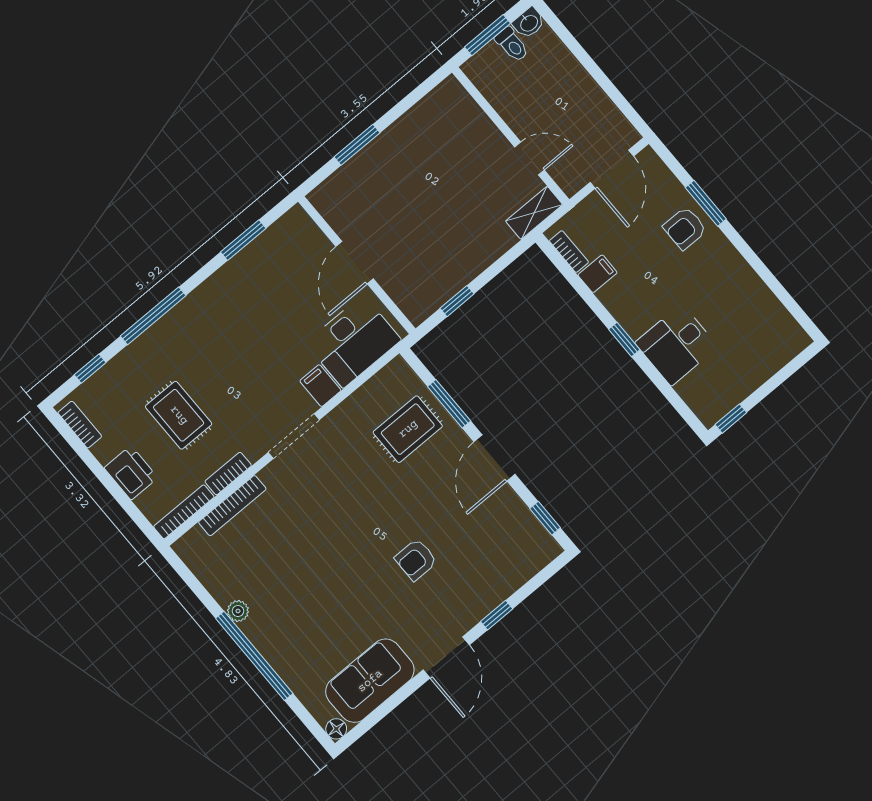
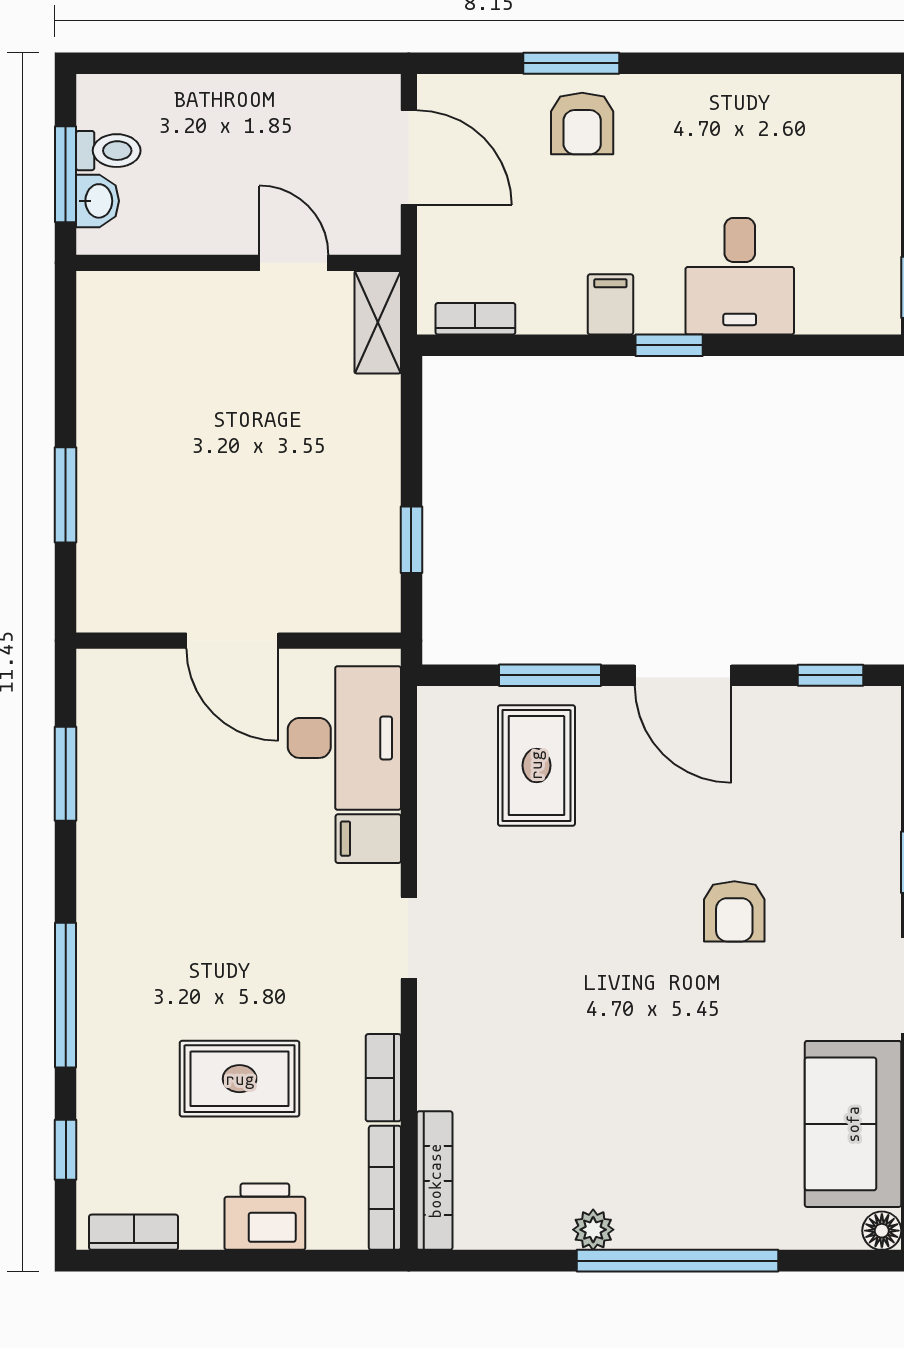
washbasin: (529, 23) -> (98, 201), moved
door: (530, 158) -> (294, 263), hinge flipped
filing cabinet: (598, 274) -> (610, 304), moved
doorway: (294, 436) -> (409, 938), width x0.73
bookcase: (232, 506) -> (435, 1181), moved

